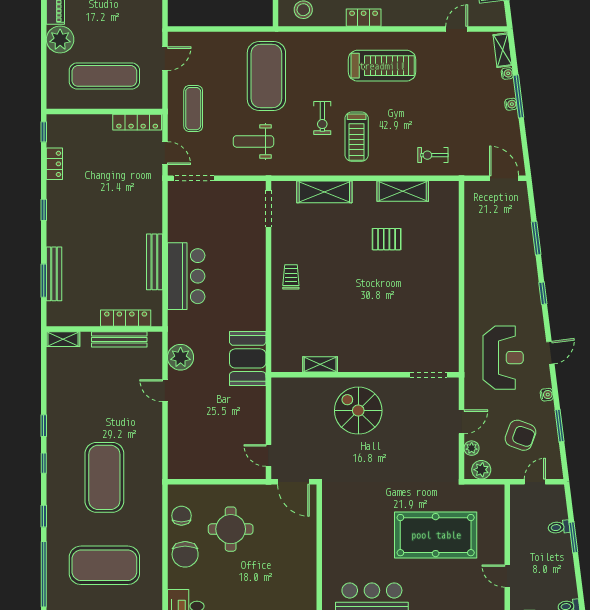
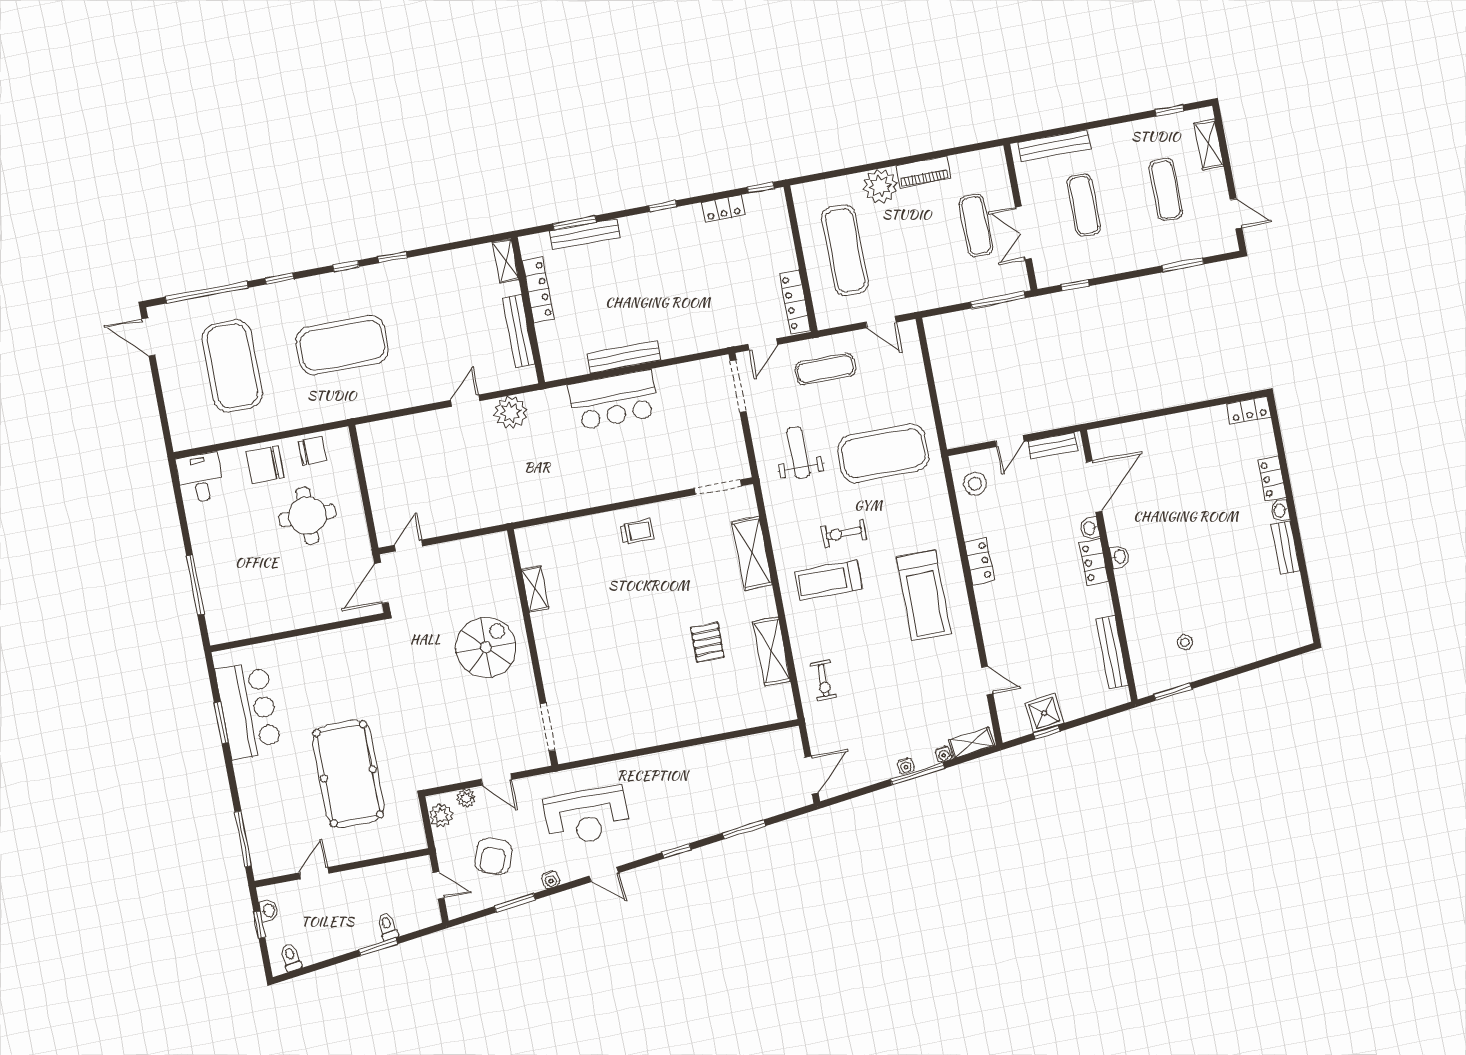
exercise bike: (433, 155) -> (824, 680), turned 180
locker: (126, 318) -> (538, 290), moved
booth: (248, 358) -> (525, 497), removed

